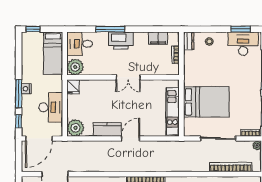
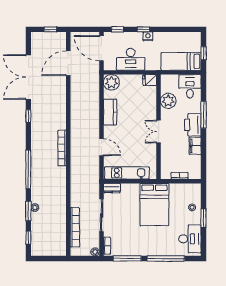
window: (33, 29) -> (204, 53), moved
window: (241, 29) -> (204, 218), moved
filing cabinet: (158, 38) -> (195, 146), moved
dresser: (189, 41) -> (112, 188), moved
plant: (75, 67) -> (168, 101), moved
window: (19, 94) -> (143, 29), width x0.46
bed: (206, 102) -> (154, 205), moved
door: (131, 139) -> (101, 147), moved

